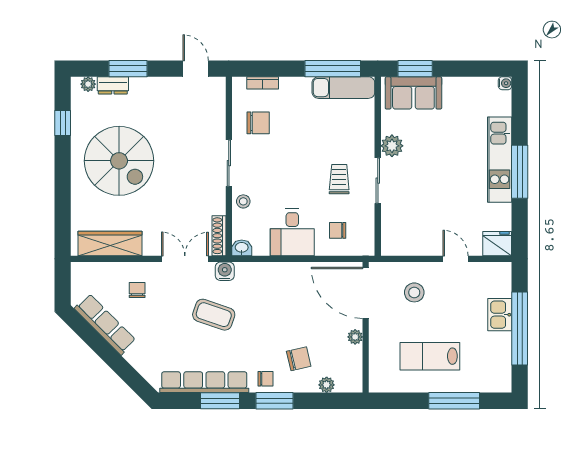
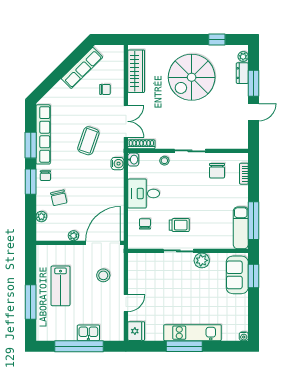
door: (196, 69) -> (254, 112), moved
water cooler: (225, 271) -> (118, 164), moved
lab bench: (430, 356) -> (61, 286), turned 180

